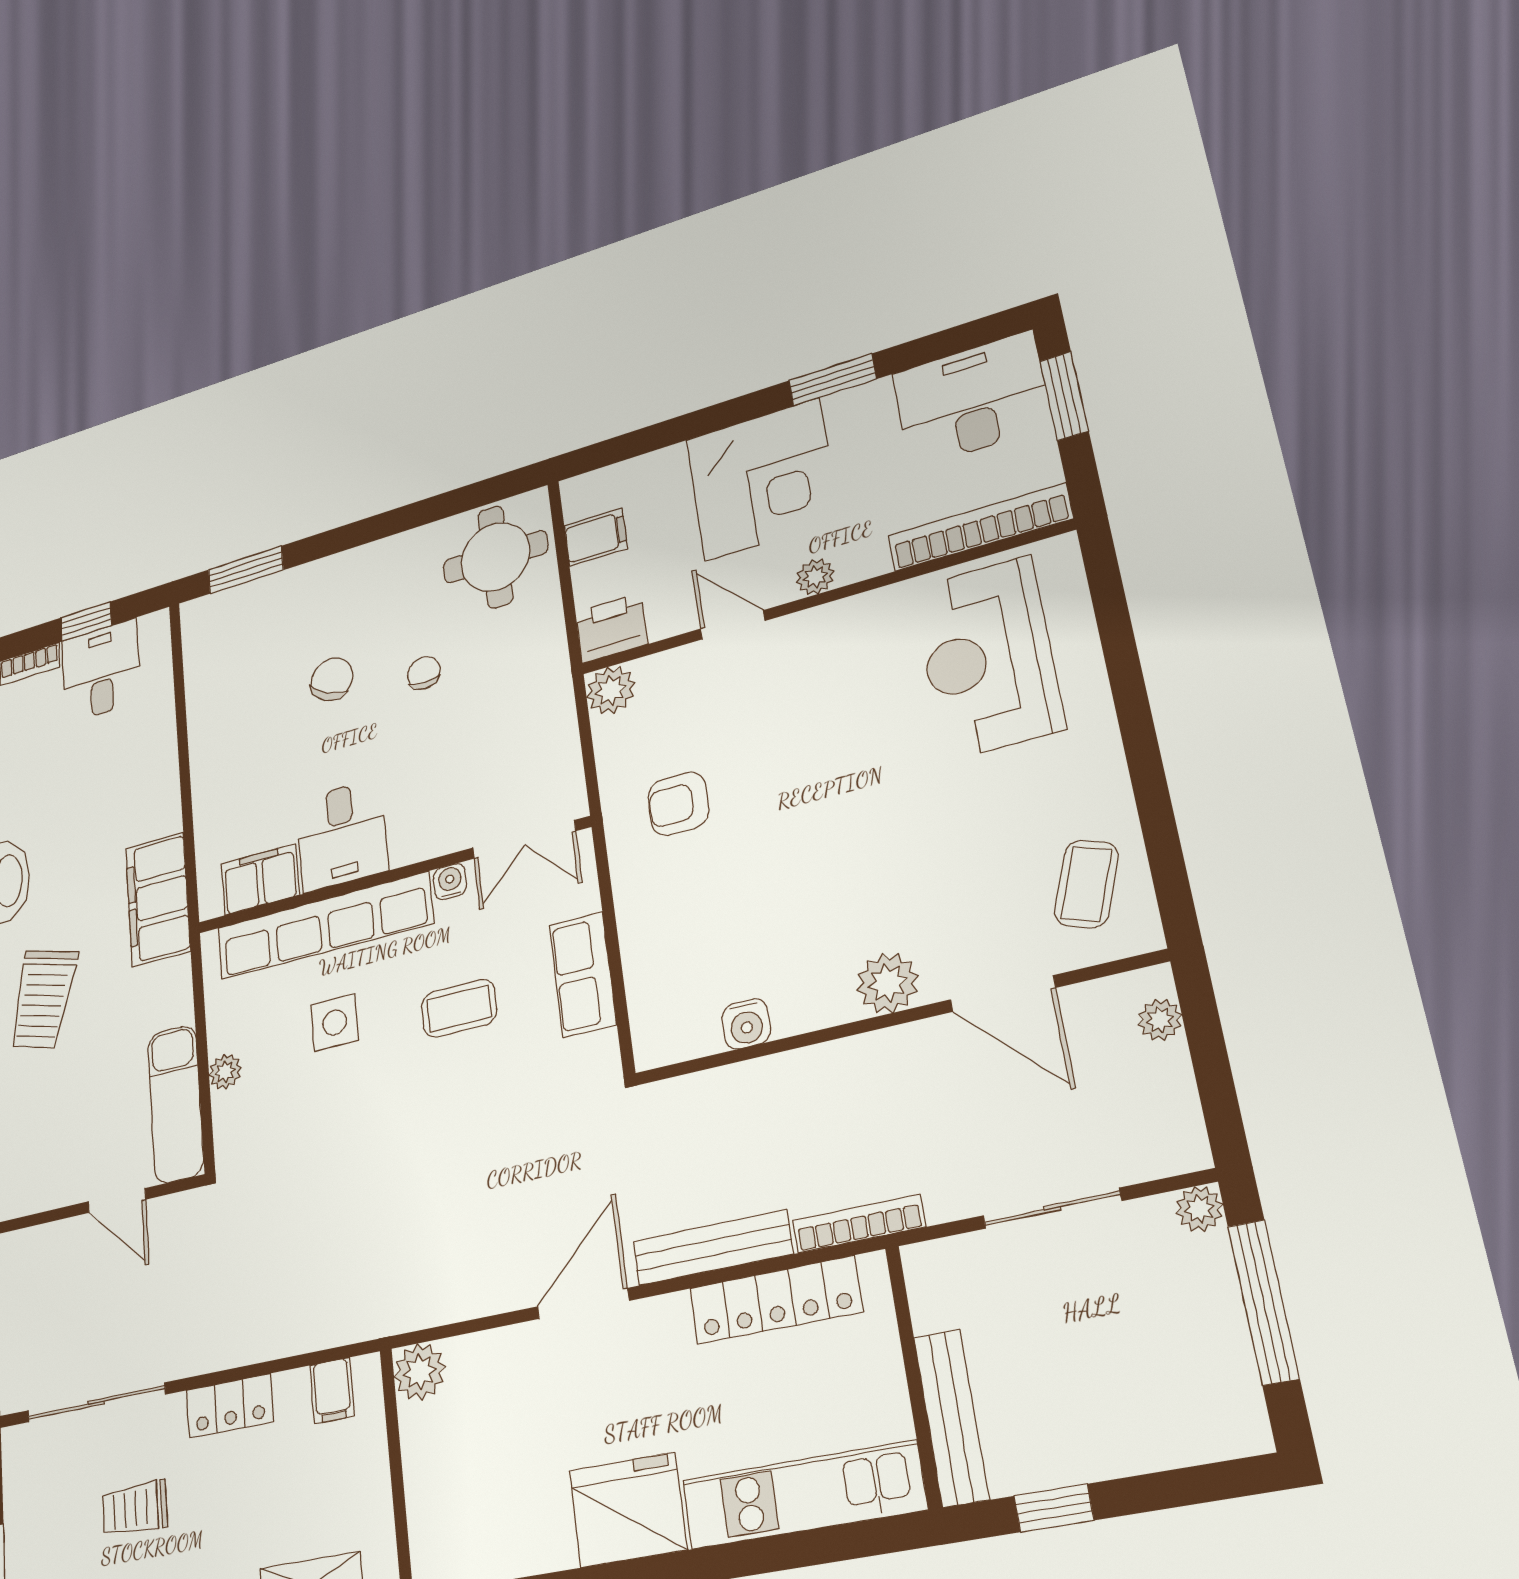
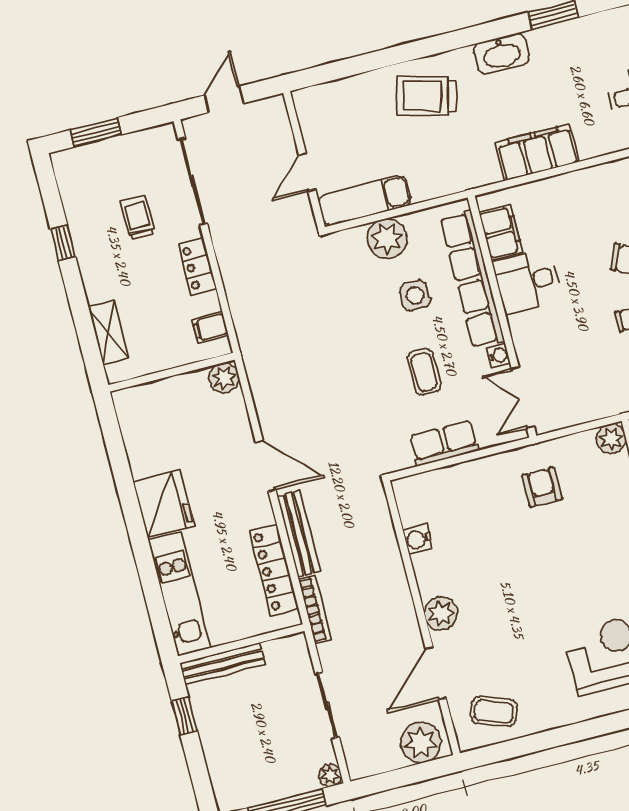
filing cabinet: (158, 899) -> (537, 152), moved
plant: (1160, 1020) -> (421, 743), width x1.87, depth x1.87
plant: (225, 1072) -> (387, 239), width x1.88, depth x1.88

